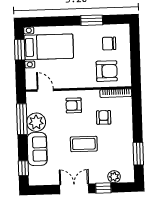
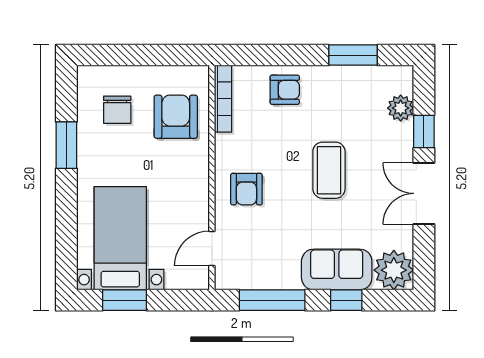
armchair: (104, 117) -> (285, 90), moved, turned 180
plant: (36, 122) -> (394, 270), moved
window: (23, 168) -> (346, 300), moved

